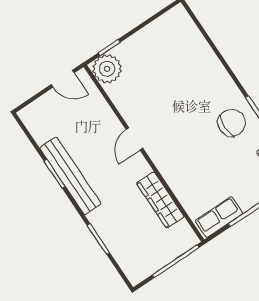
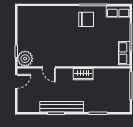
chair: (232, 123) -> (86, 19), turned 90
door: (134, 139) -> (49, 67), moved
wardrobe: (160, 200) -> (83, 74), moved, width x0.67

